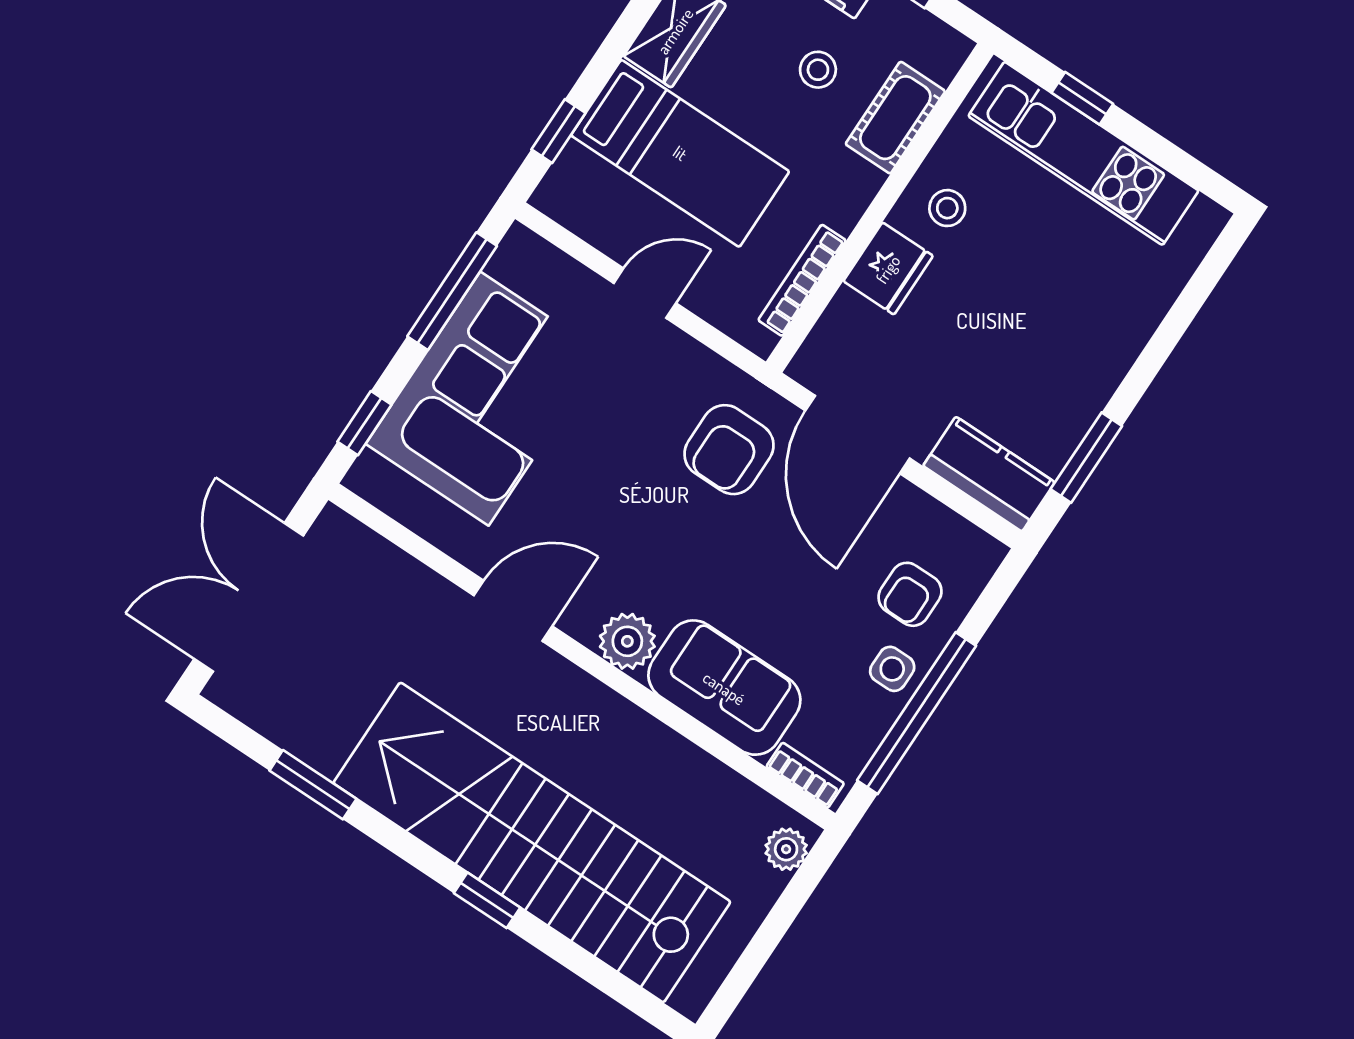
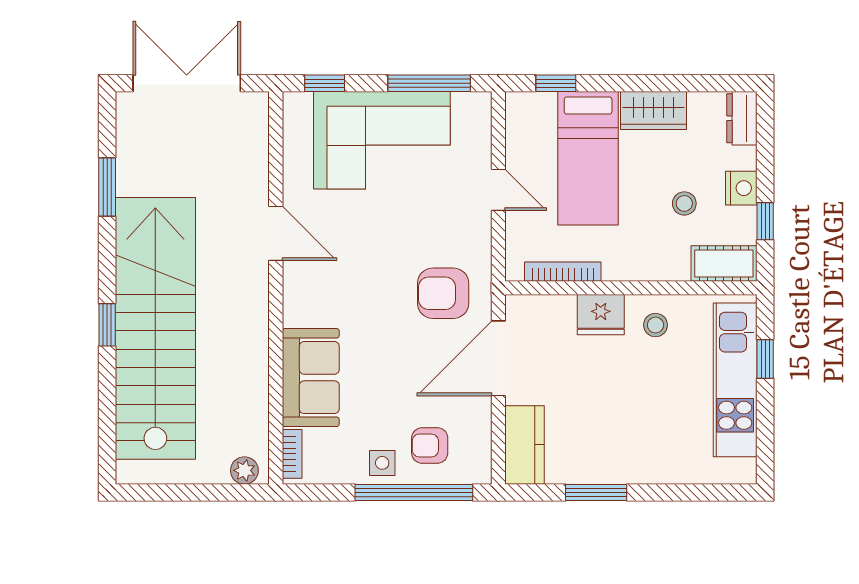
cot: (895, 118) -> (724, 263), moved
window: (1086, 458) -> (596, 492), moved
plant: (627, 641) -> (301, 307), removed
window: (917, 713) -> (414, 492), moved

